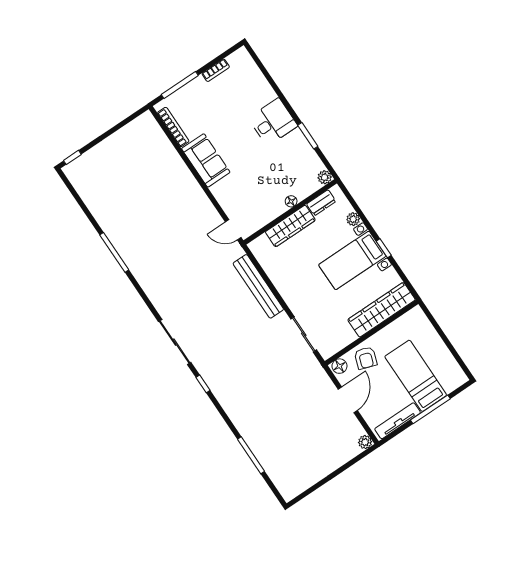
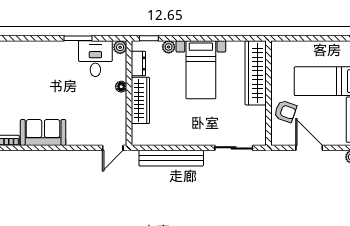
desk: (273, 122) -> (95, 59), moved
window: (384, 248) -> (149, 38), moved
floor lamp: (339, 366) -> (278, 136), removed

